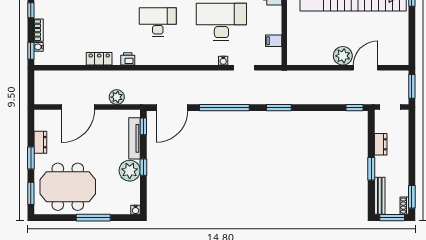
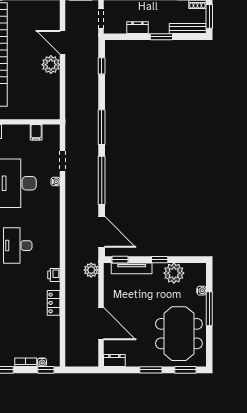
plant: (117, 97) -> (91, 270), moved
window: (279, 108) -> (102, 127), width x1.44
window: (354, 108) -> (102, 66), moved
dresser: (40, 142) -> (114, 361), moved
plant: (130, 171) -> (174, 273), moved
water cooler: (136, 210) -> (202, 291), moved

